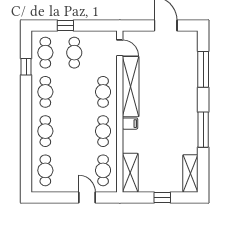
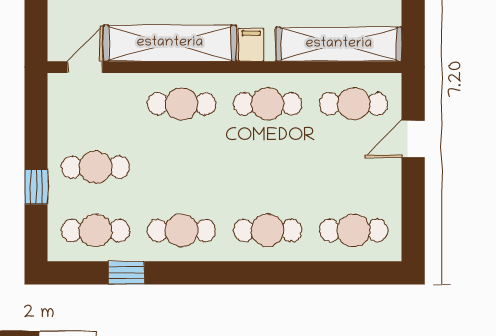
shelving: (130, 173) -> (339, 44), width x1.47

